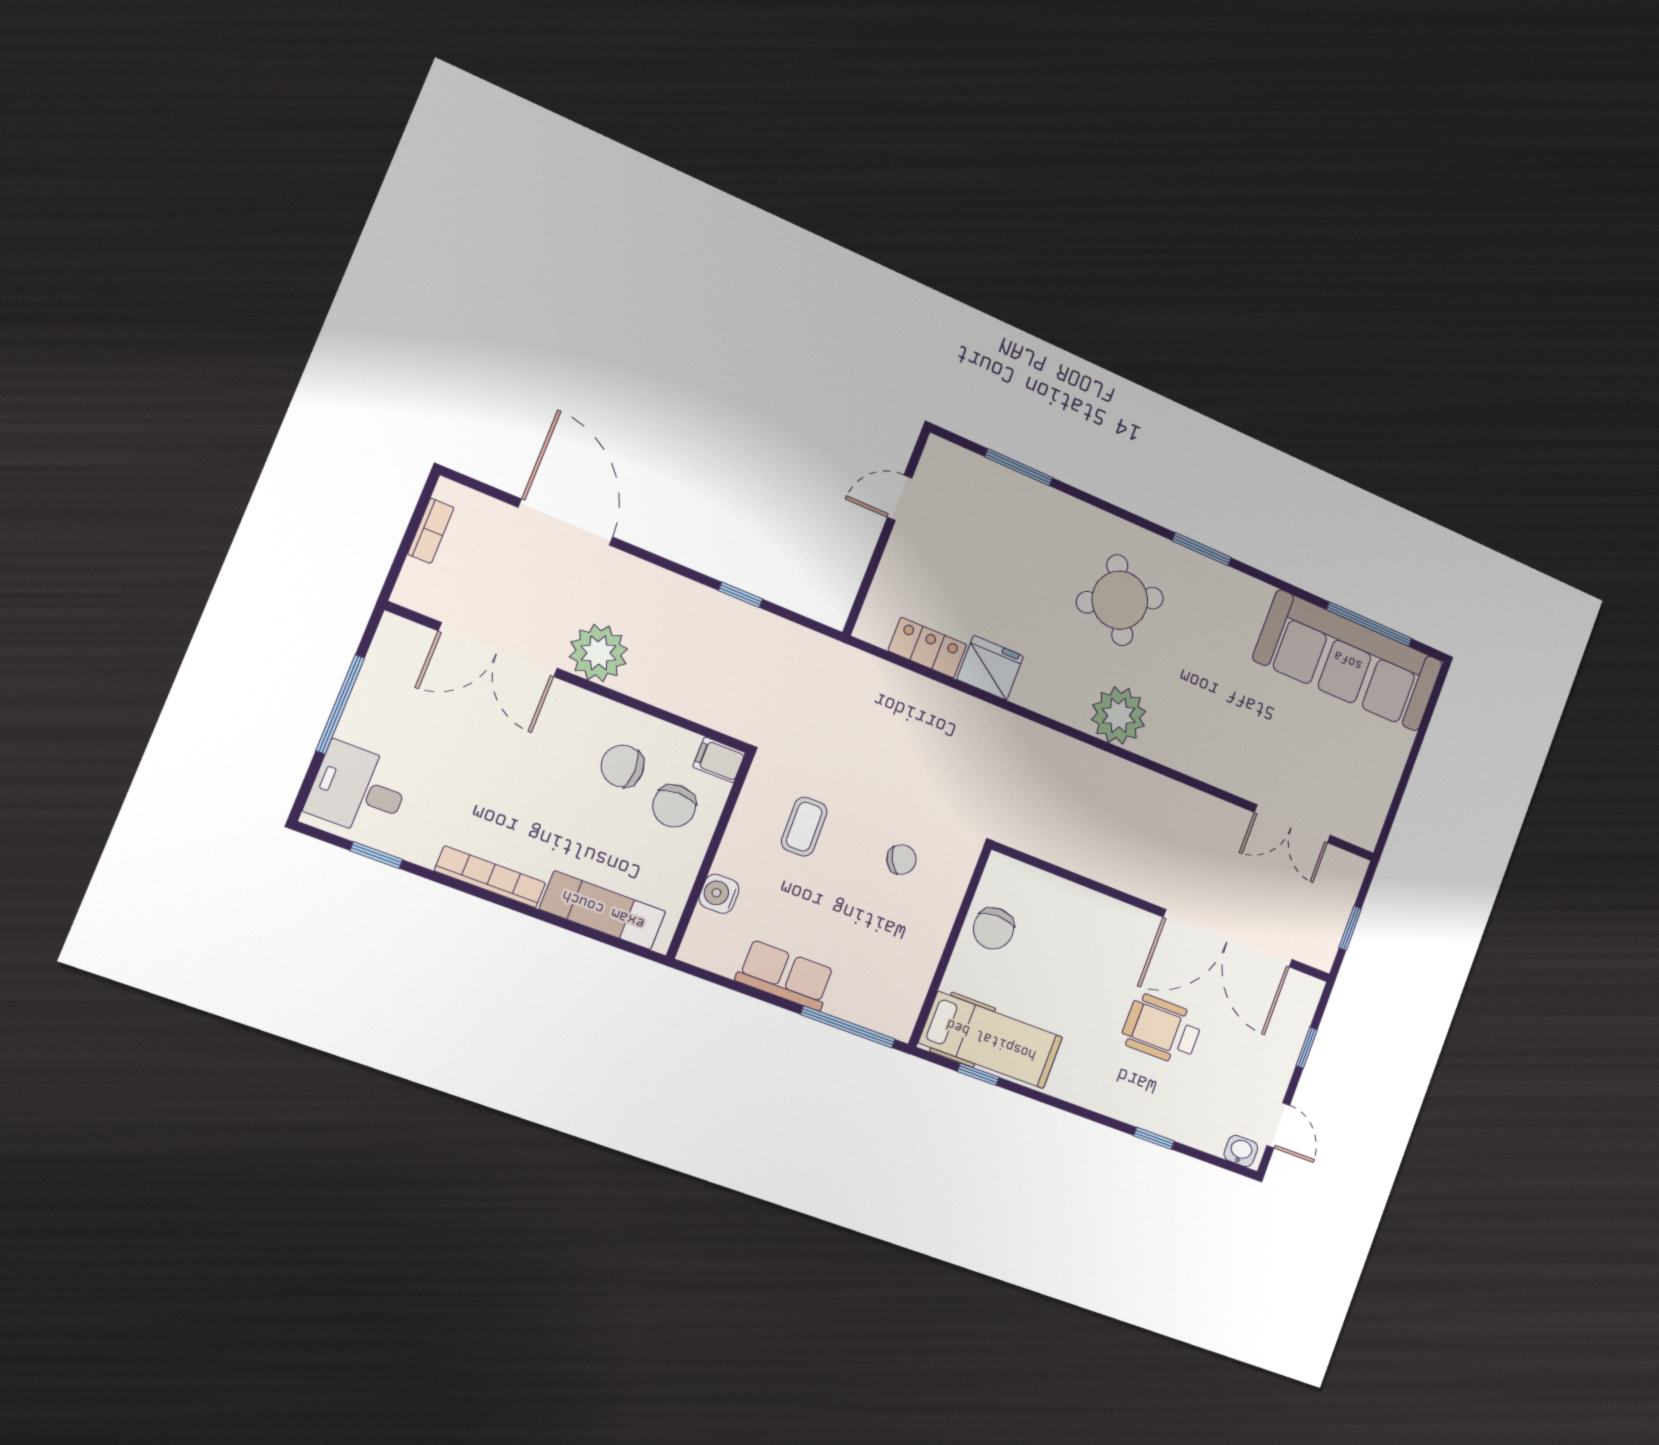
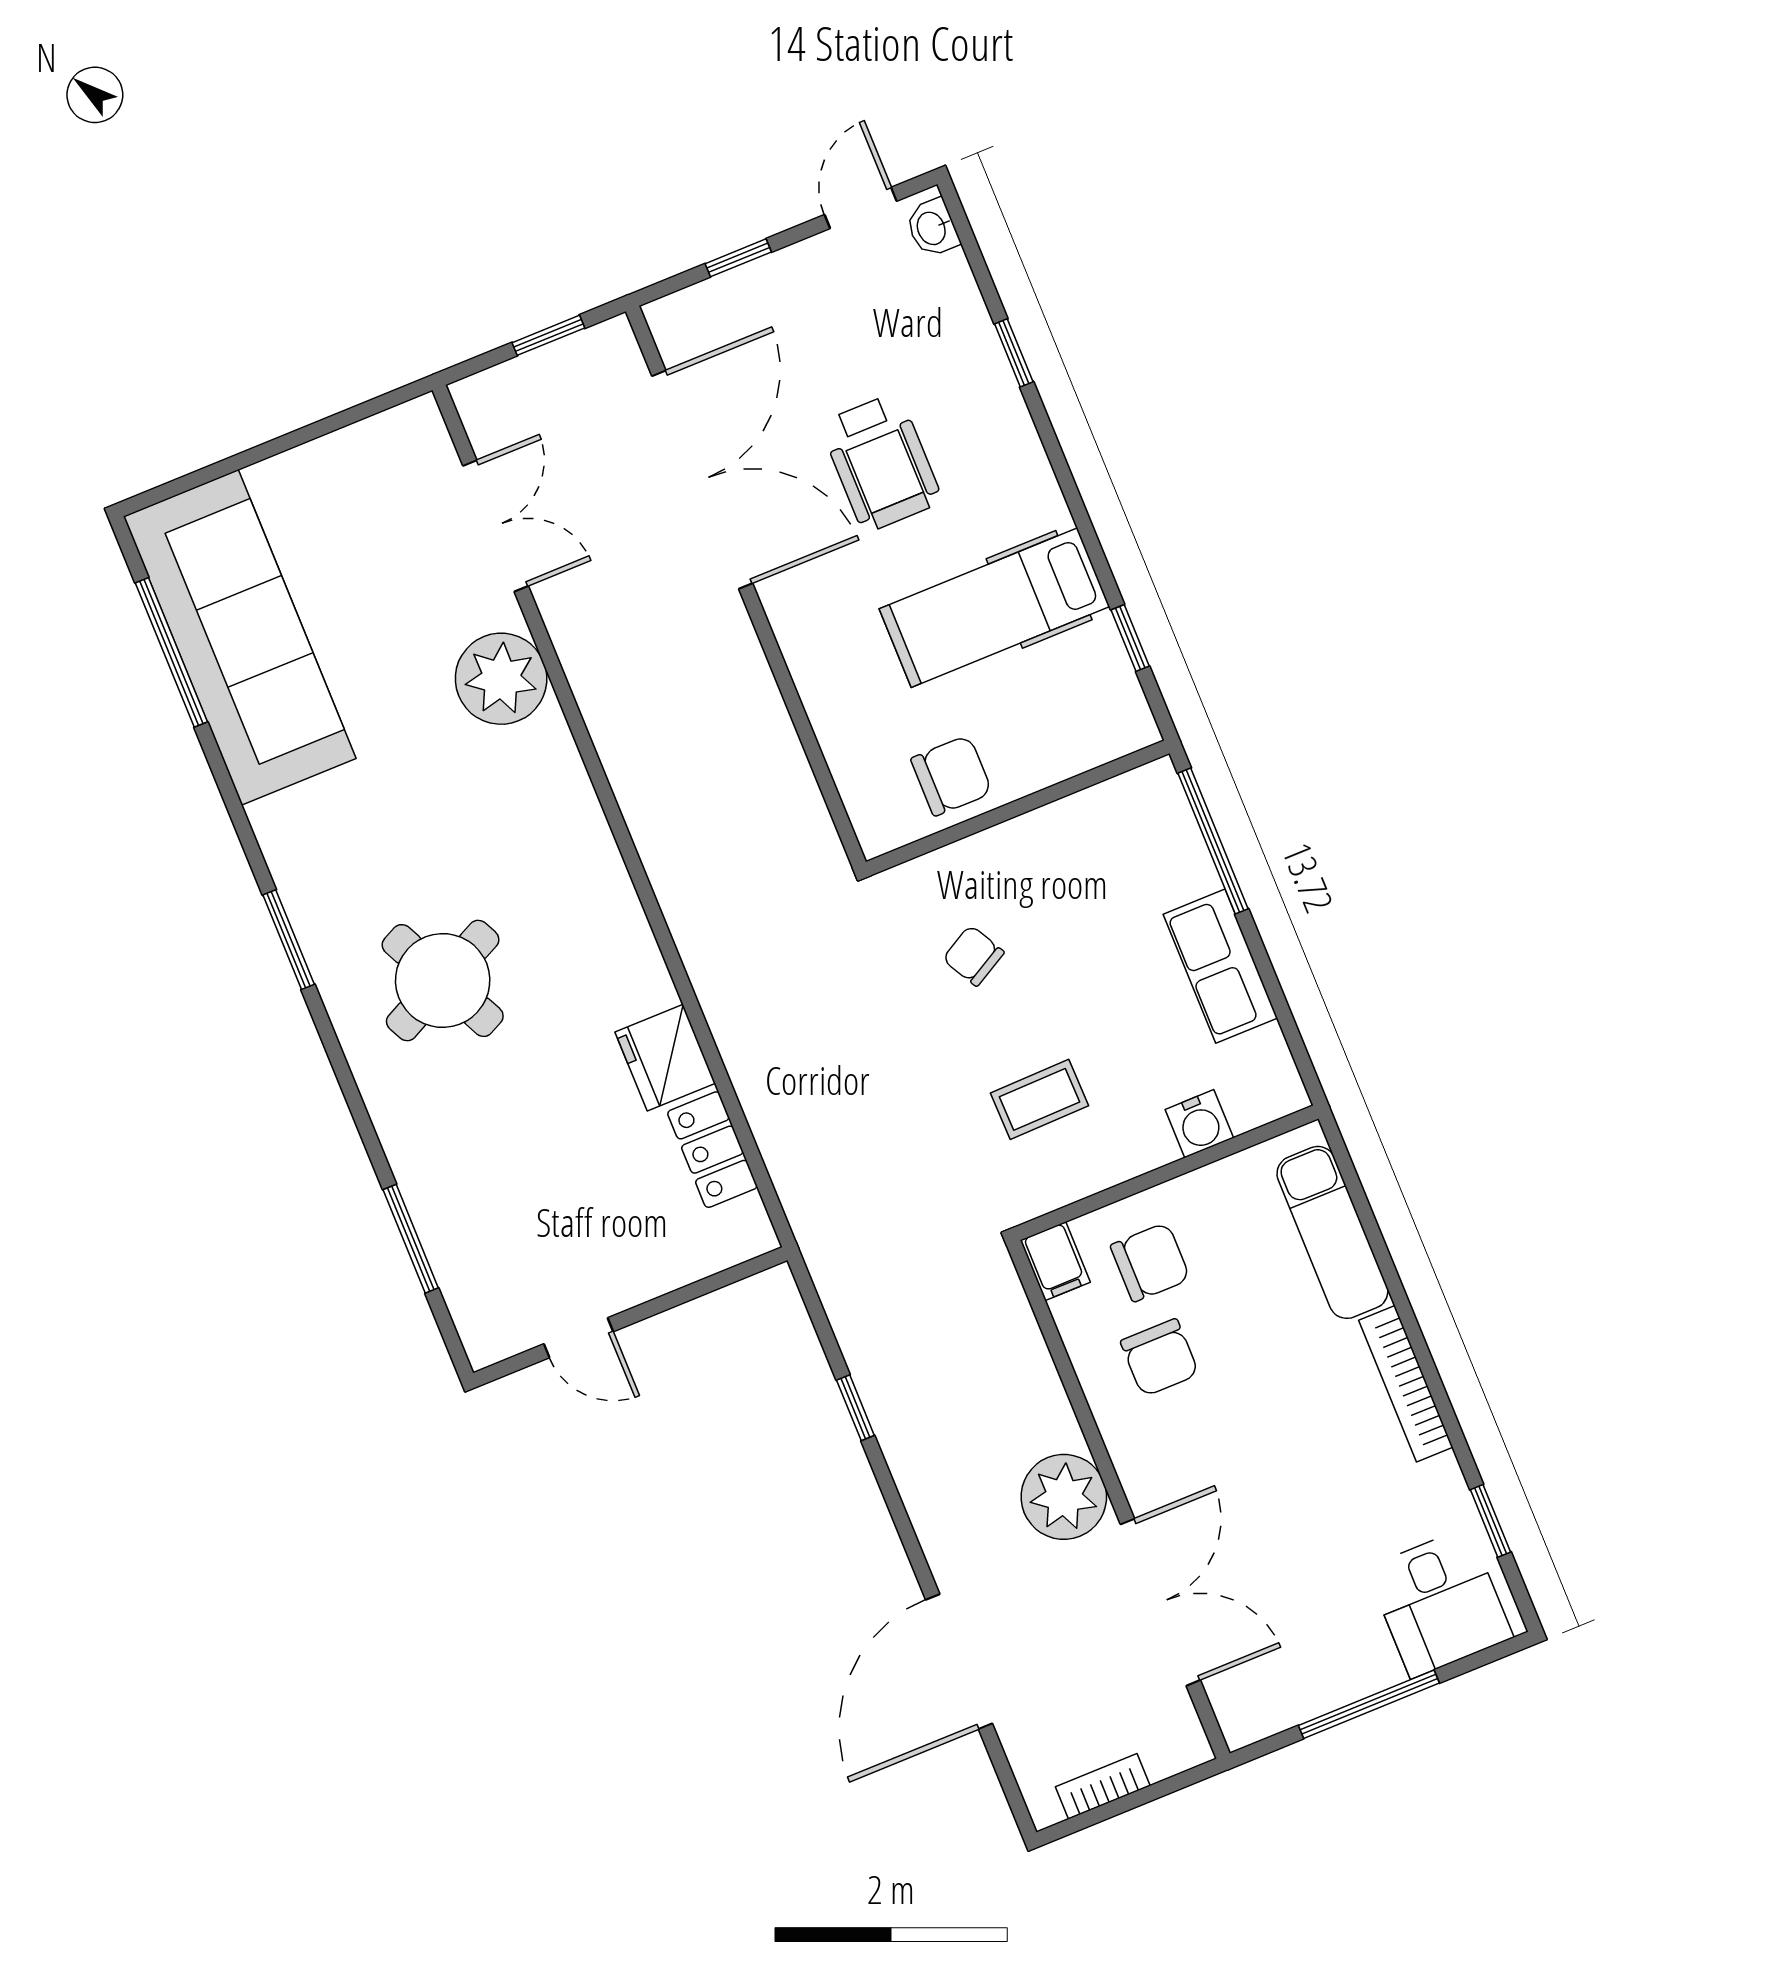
plant: (1119, 715) -> (501, 679), moved
hospital bed: (991, 1040) -> (994, 608), moved, turned -90

